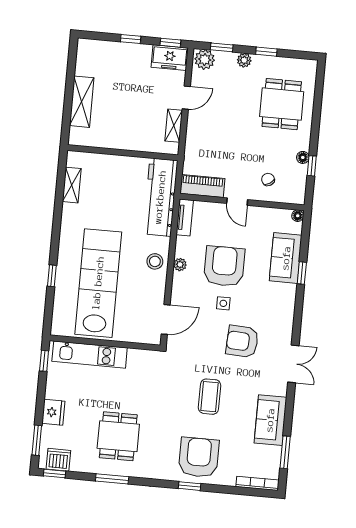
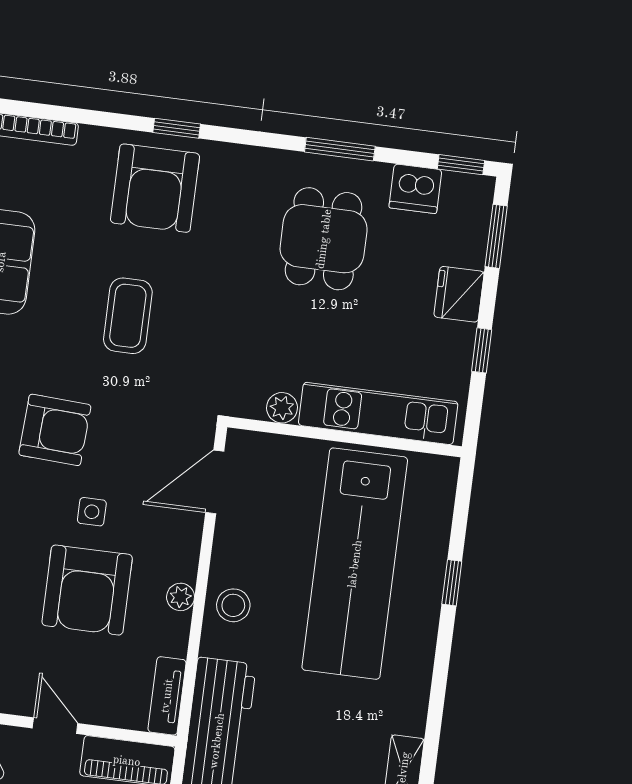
plant: (135, 356) -> (282, 408), added
window: (44, 361) -> (482, 350), moved
dishwasher: (58, 460) -> (415, 189), moved

